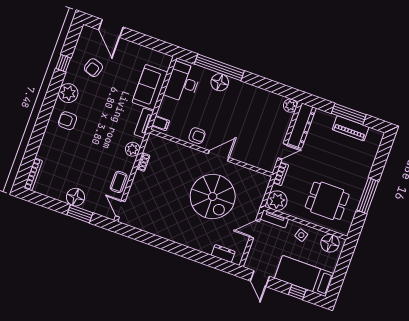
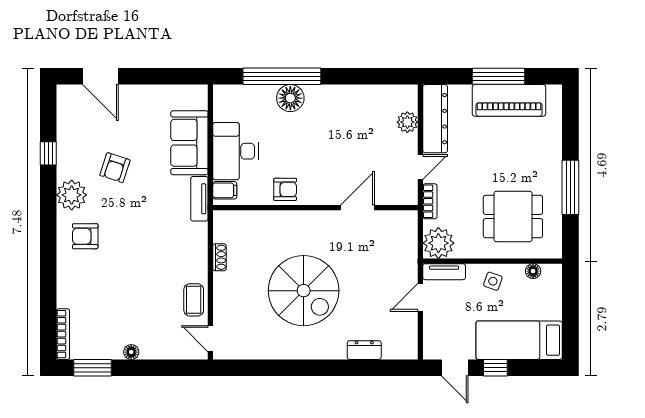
armchair: (93, 68) -> (115, 168), moved
desk: (183, 82) -> (235, 151), moved
plant: (290, 106) -> (407, 122), moved
piano: (351, 128) -> (509, 100), width x1.37, depth x1.33
plant: (133, 149) -> (197, 244), removed
door: (218, 156) -> (358, 208), moved
floor lamp: (75, 197) -> (131, 352), width x0.53, depth x0.53
spiral stairs: (213, 197) -> (304, 291), moved
window: (80, 214) -> (92, 368), moved
floor lamp: (330, 243) -> (533, 271), width x0.53, depth x0.53
dresser: (223, 253) -> (364, 350), moved
window: (297, 292) -> (495, 368), moved

